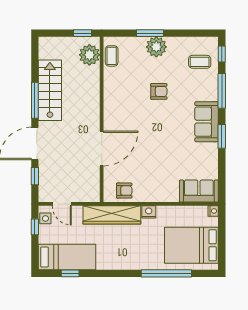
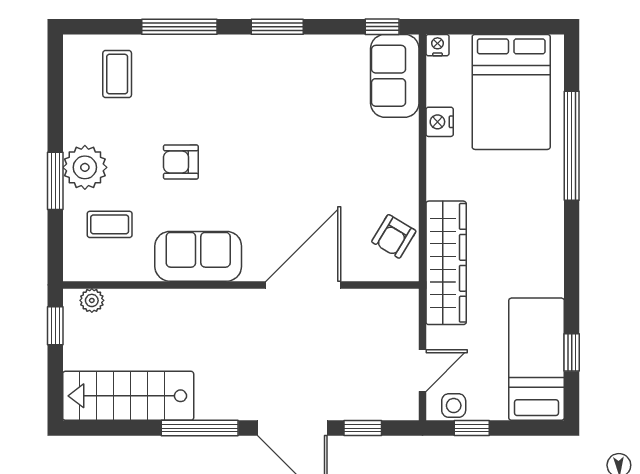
window: (222, 54) -> (382, 27), moved
plant: (89, 55) -> (92, 300), width x0.53, depth x0.53
coffee table: (112, 56) -> (110, 224), moved
stairs: (50, 90) -> (128, 396), moved
armchair: (159, 91) -> (181, 162), turned -90
sofa: (207, 122) -> (198, 256), moved, turned 180
door: (102, 148) -> (303, 285), hinge flipped
armchair: (124, 191) -> (394, 236), turned -149
nightstand: (149, 212) -> (440, 122), moved

